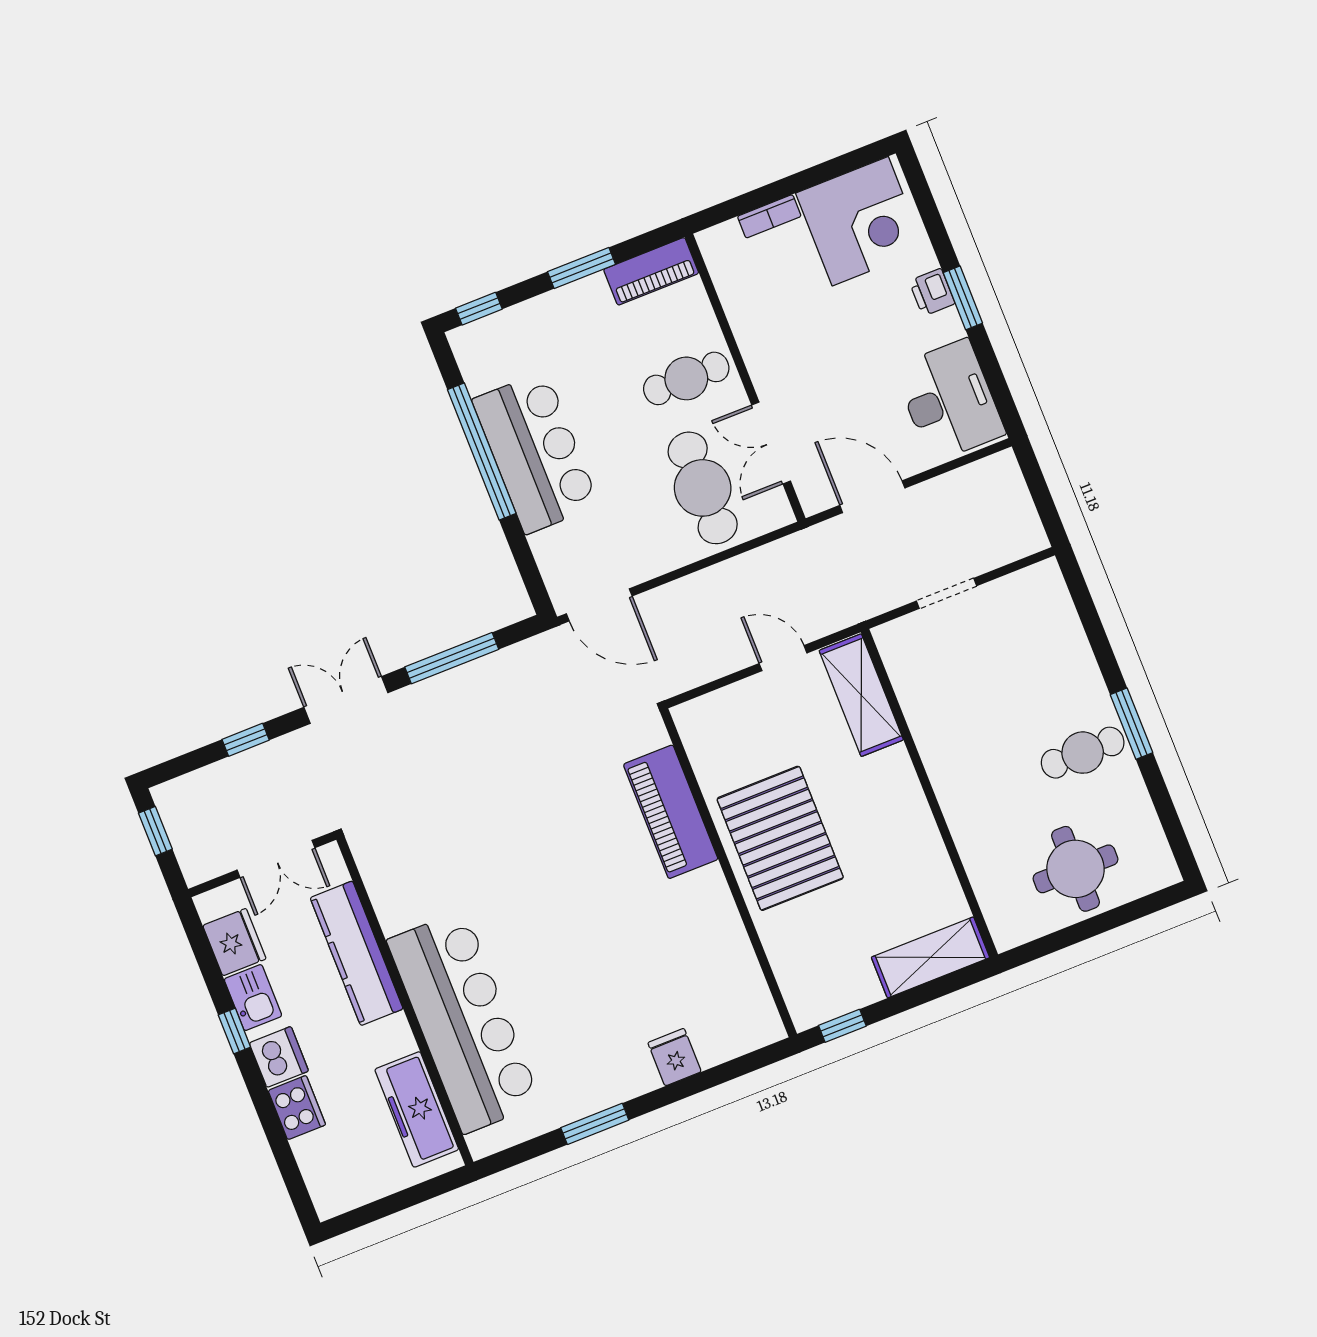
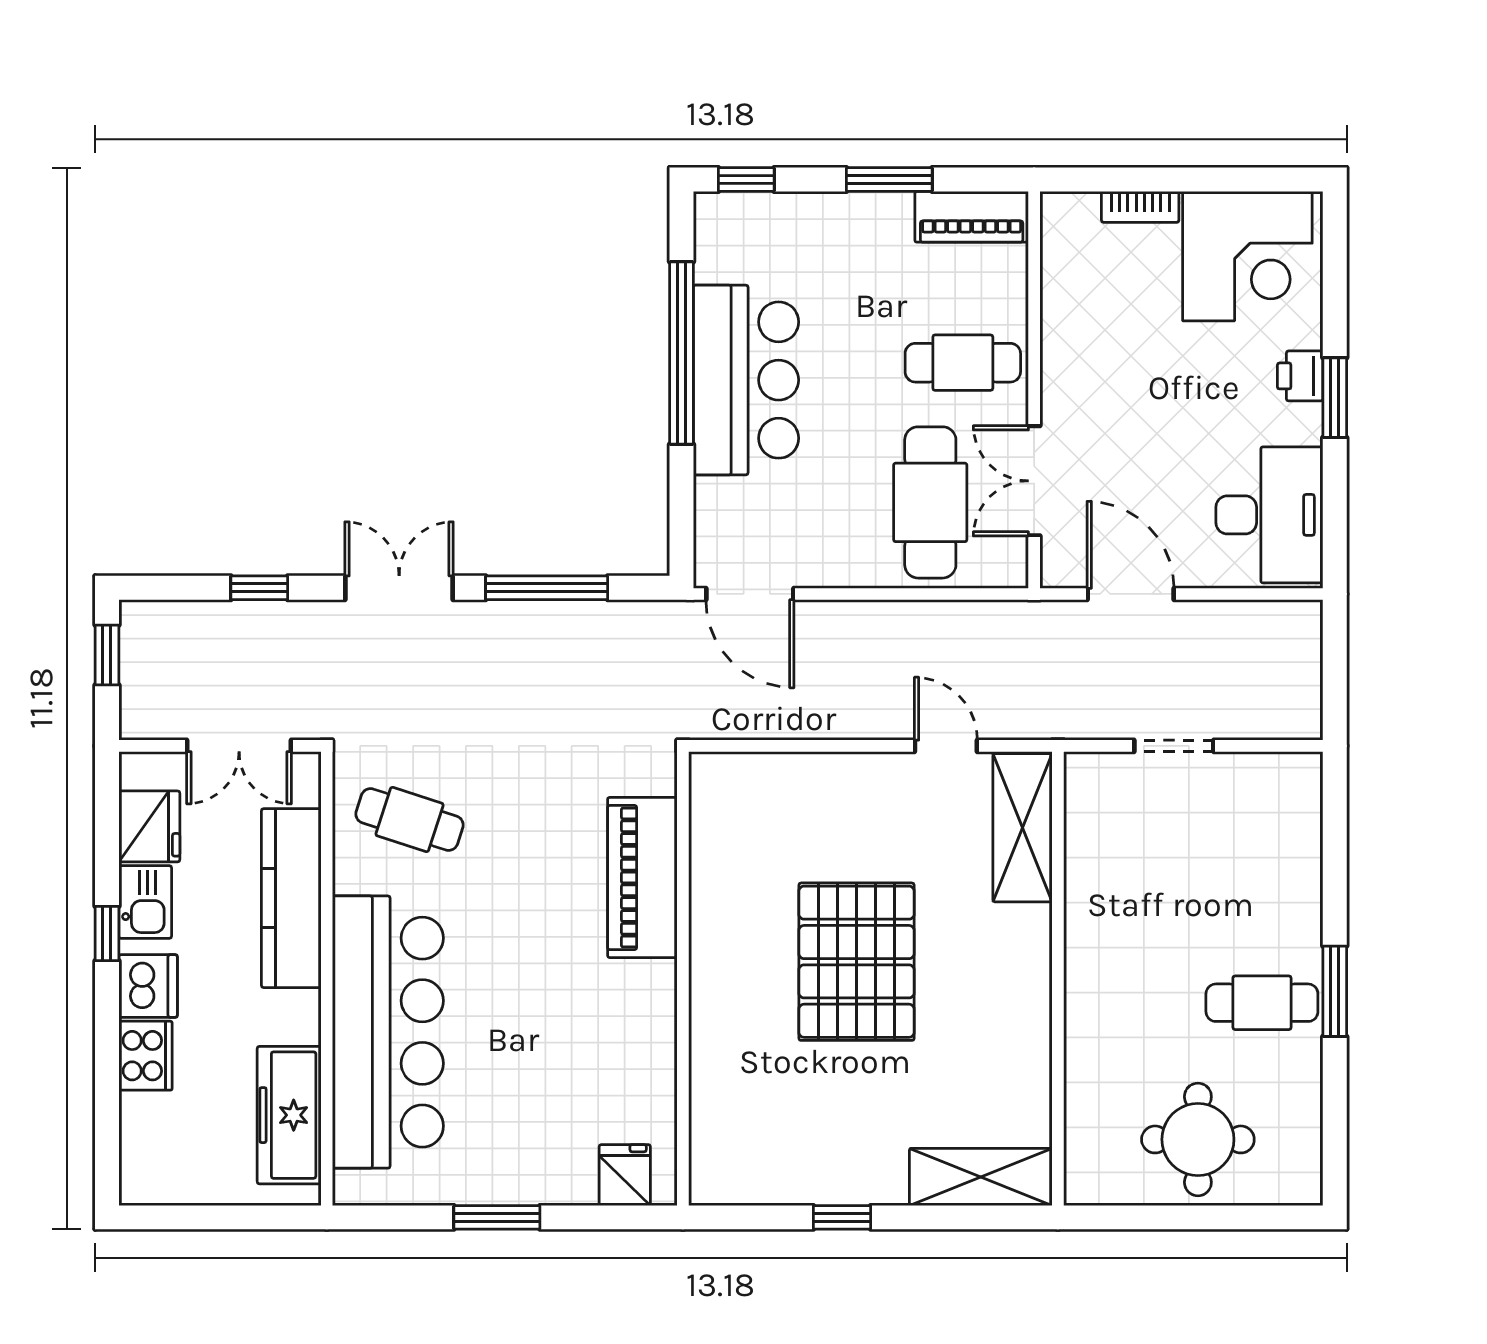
piano: (671, 812) -> (642, 877), moved
cafe table: (419, 863) -> (410, 819), added
wall: (728, 873) -> (683, 979), moved

